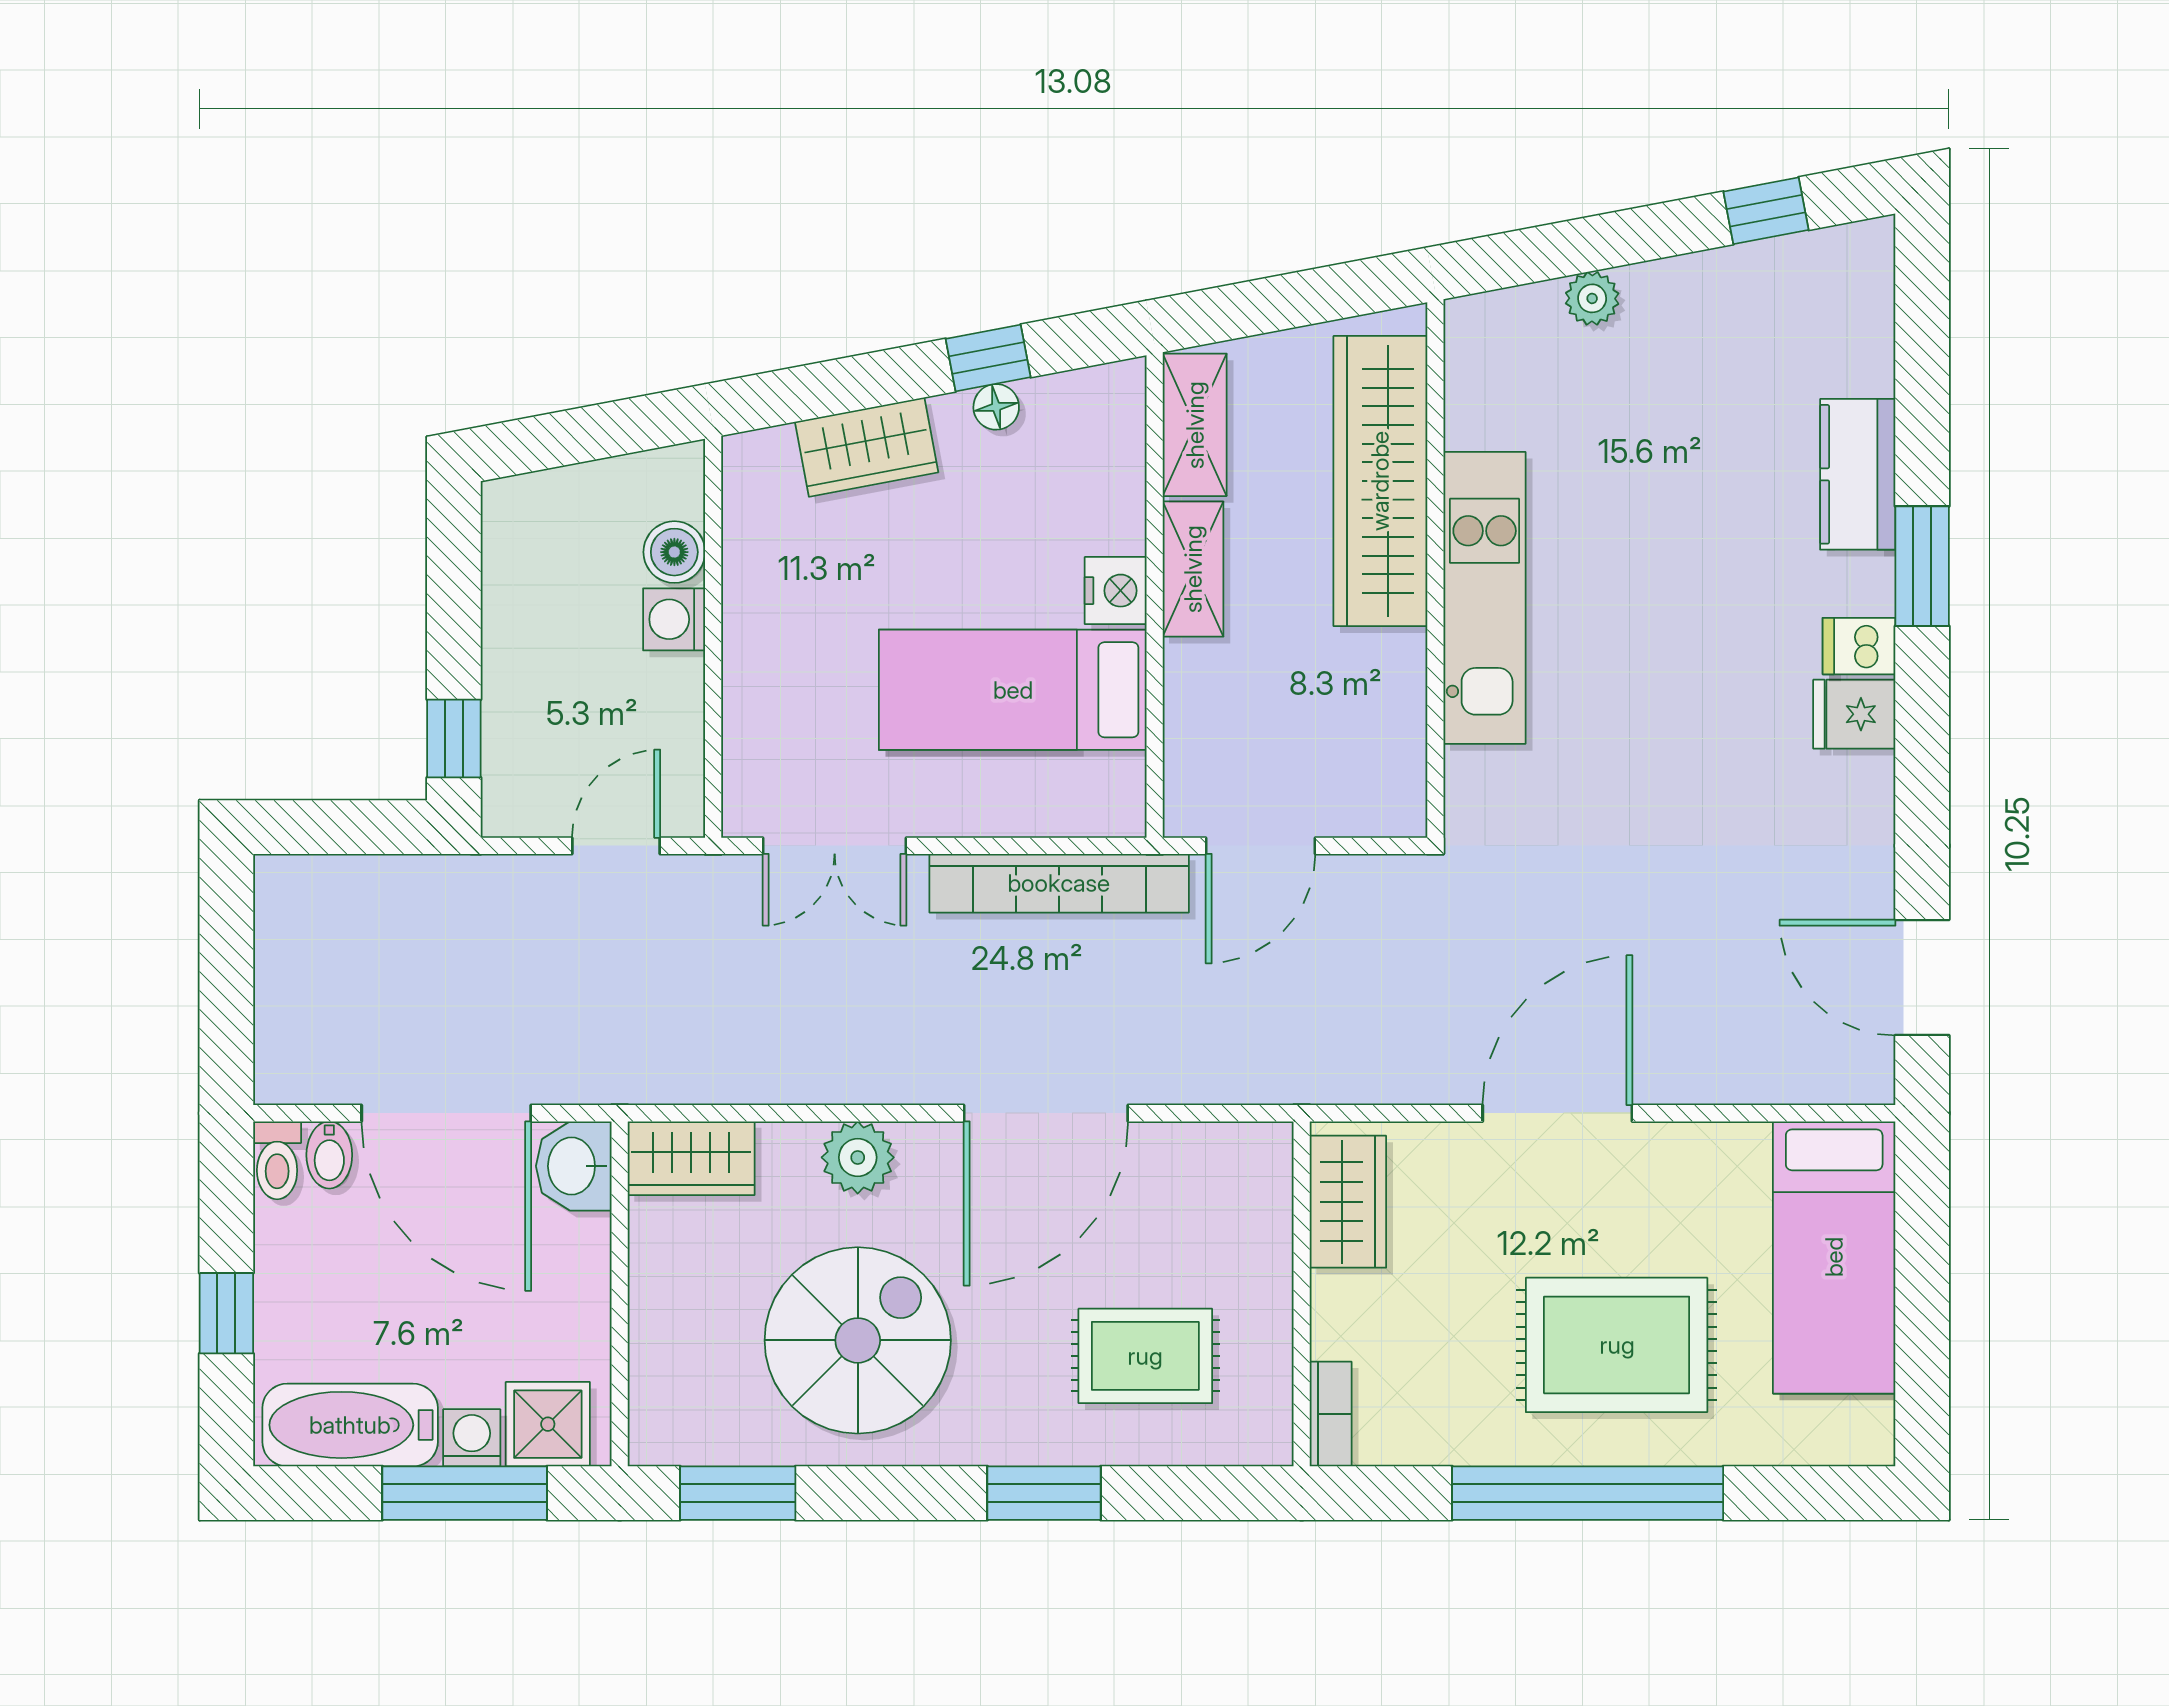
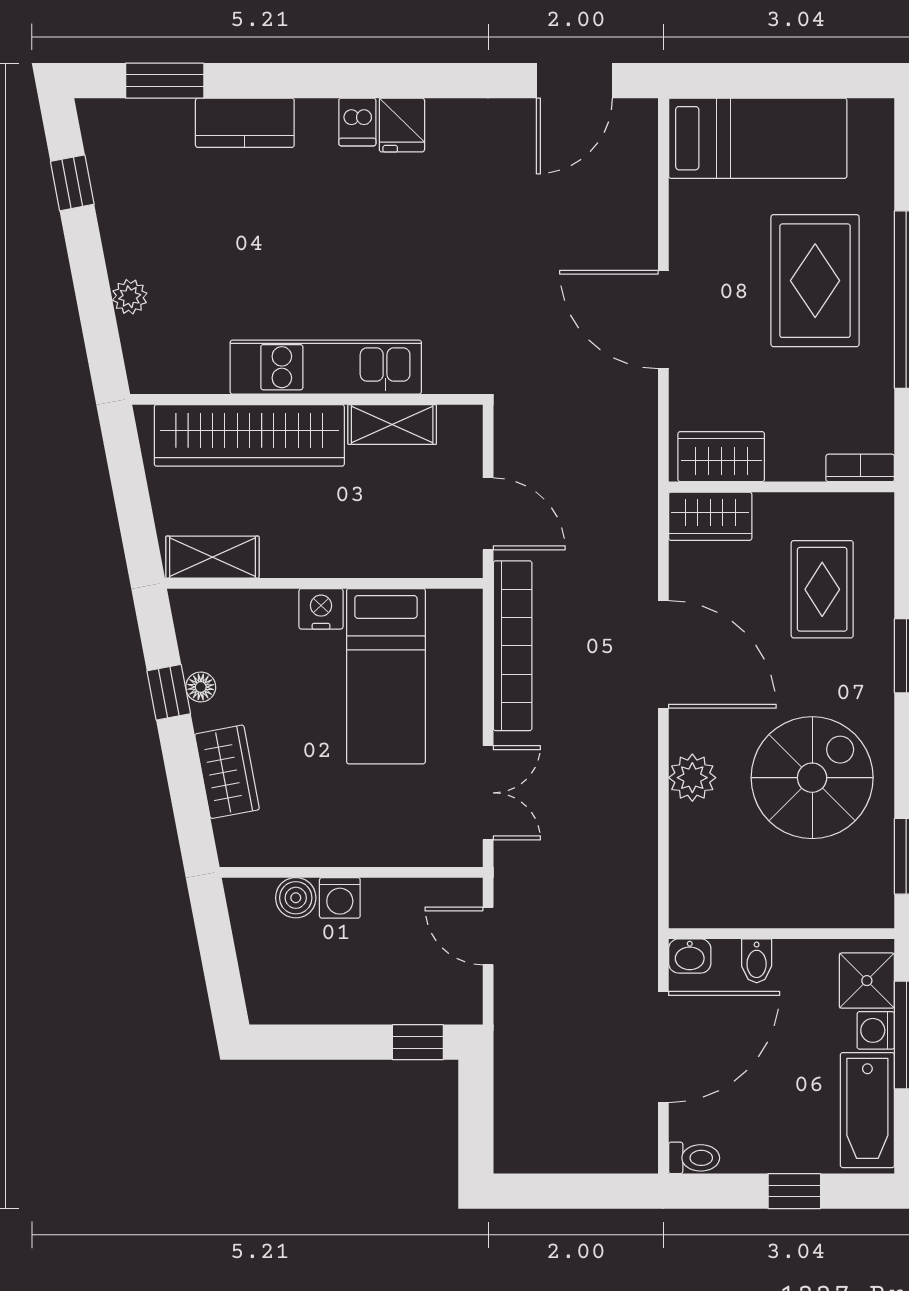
window: (1922, 566) -> (165, 81), moved
shelving: (1193, 569) -> (392, 425), moved
bidet: (329, 1155) -> (757, 961), moved, turned 90
wardrobe: (691, 1158) -> (710, 516), moved, turned 90
washbasin: (574, 1166) -> (690, 956), width x0.72, depth x0.69
spiral stairs: (858, 1340) -> (812, 778), turned 90

